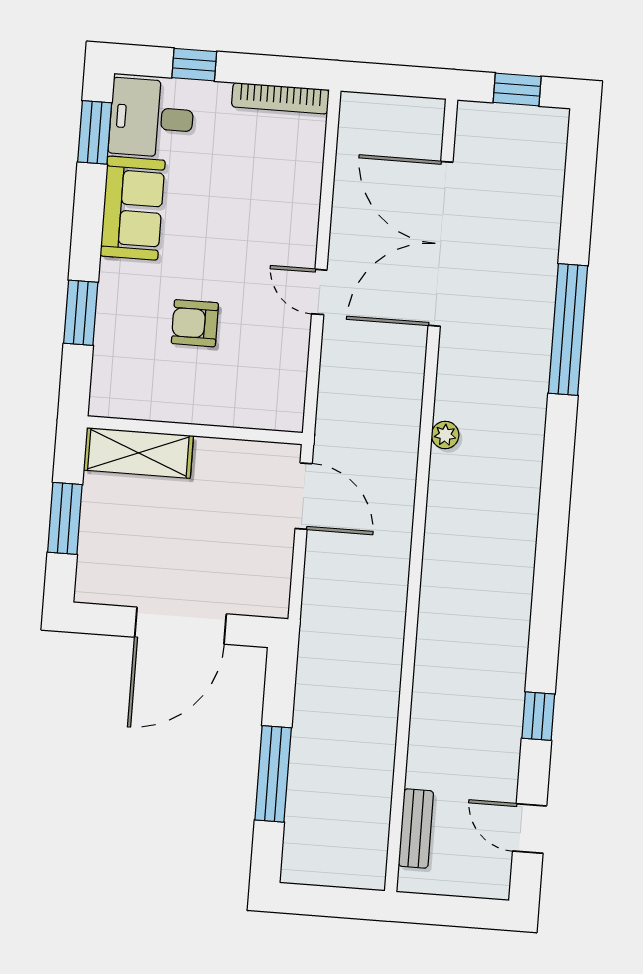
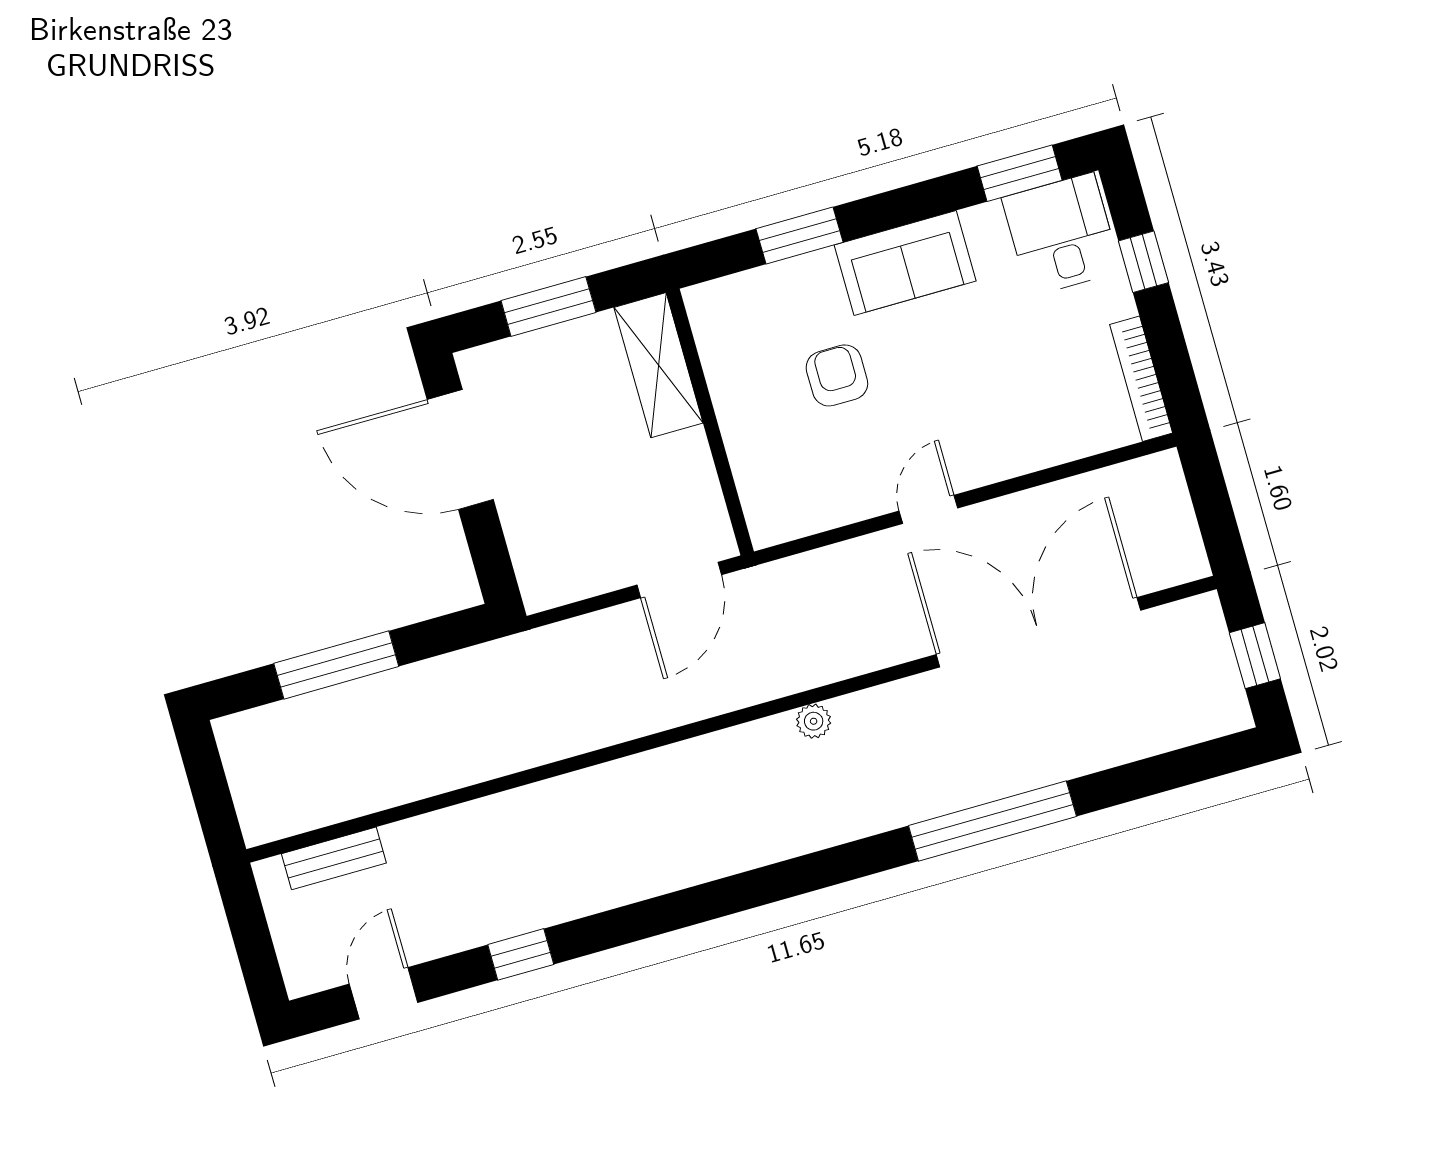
sofa: (133, 208) -> (905, 263), moved
door: (180, 626) -> (460, 450), moved

